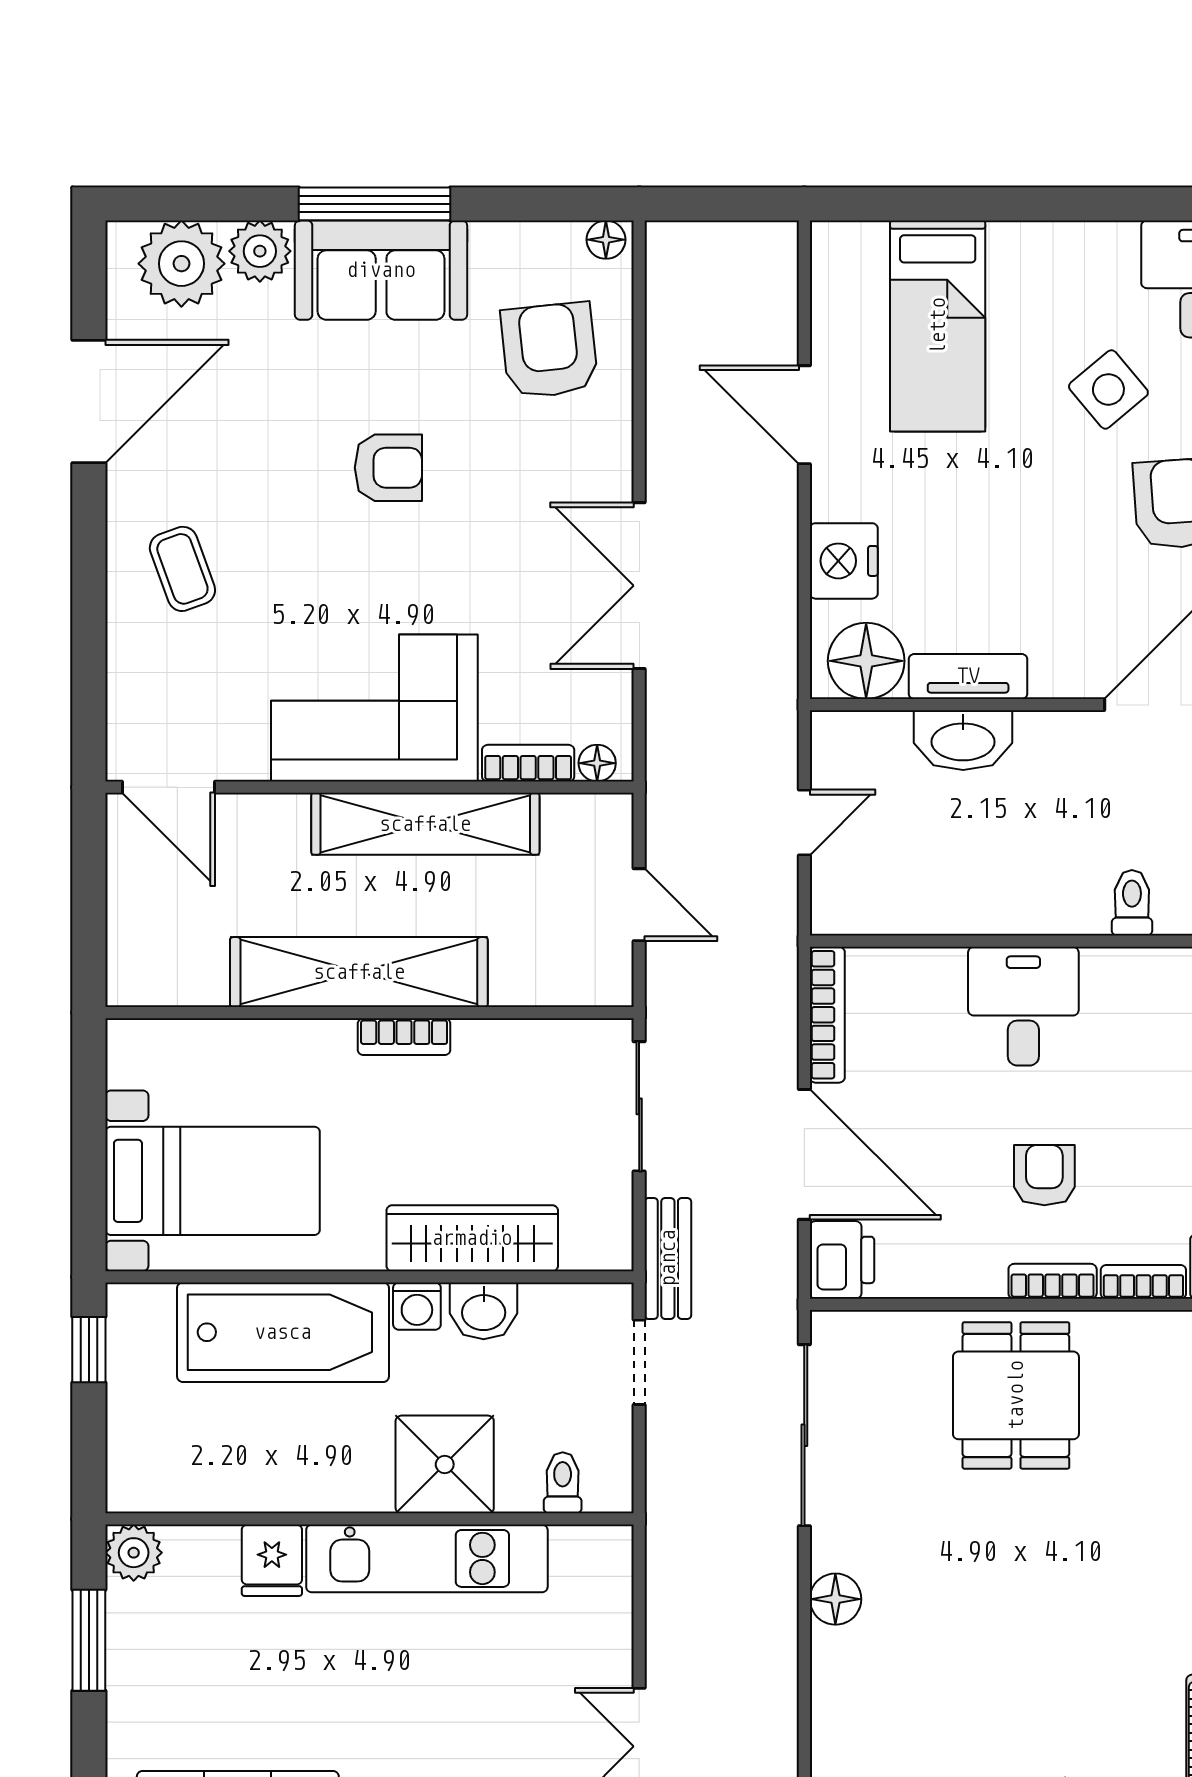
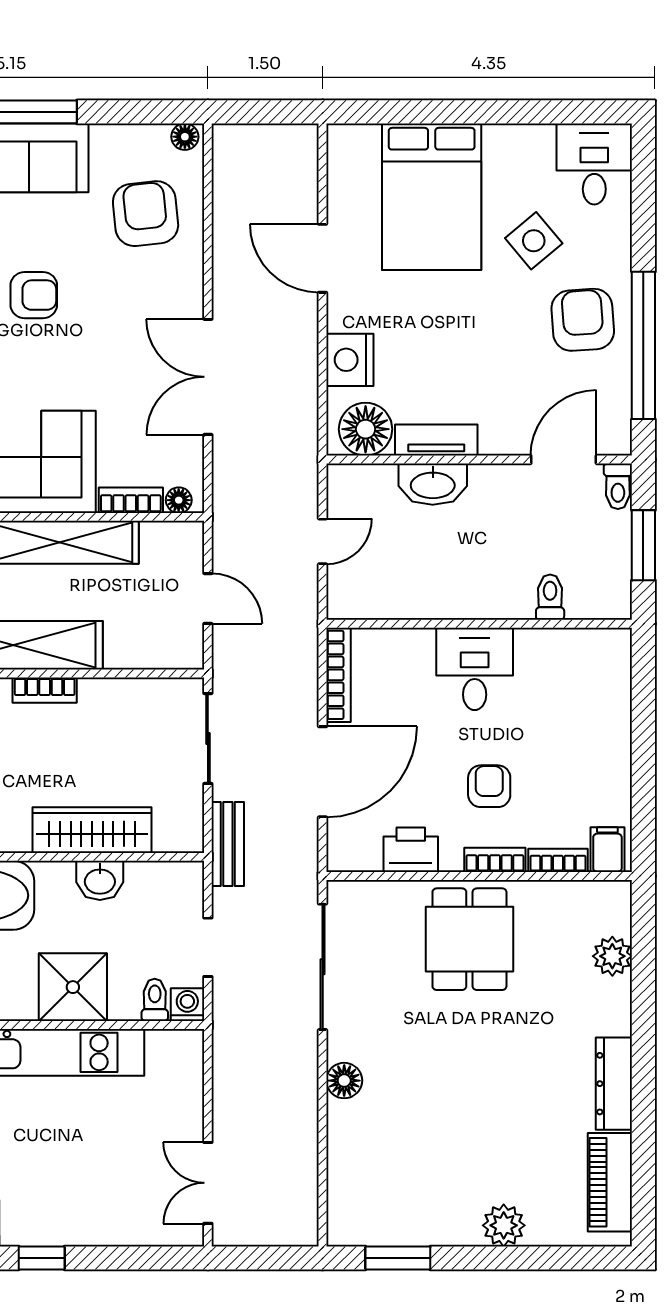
bed: (938, 326) -> (432, 197), width x1.50
door: (804, 1154) -> (323, 772), hinge flipped
printer: (842, 1260) -> (411, 850), moved, turned -90
washing machine: (417, 1306) -> (187, 1005), moved, turned 180
doorway: (639, 1362) -> (208, 947), moved

